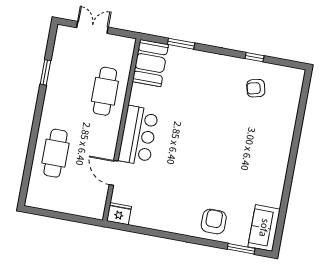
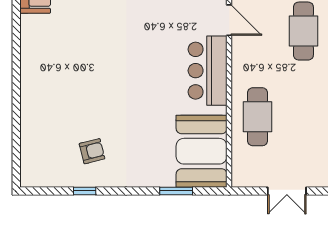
booth: (150, 63) -> (202, 151), width x1.36, depth x1.42
armchair: (256, 88) -> (92, 151), moved

